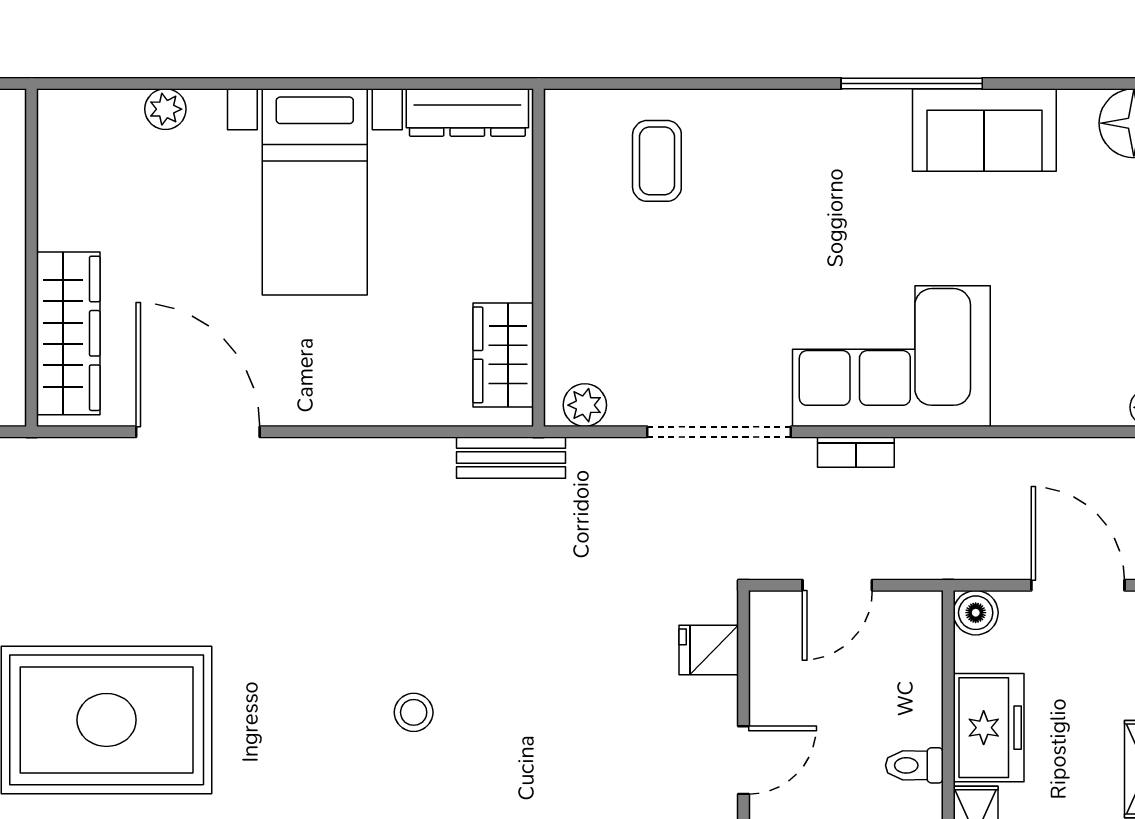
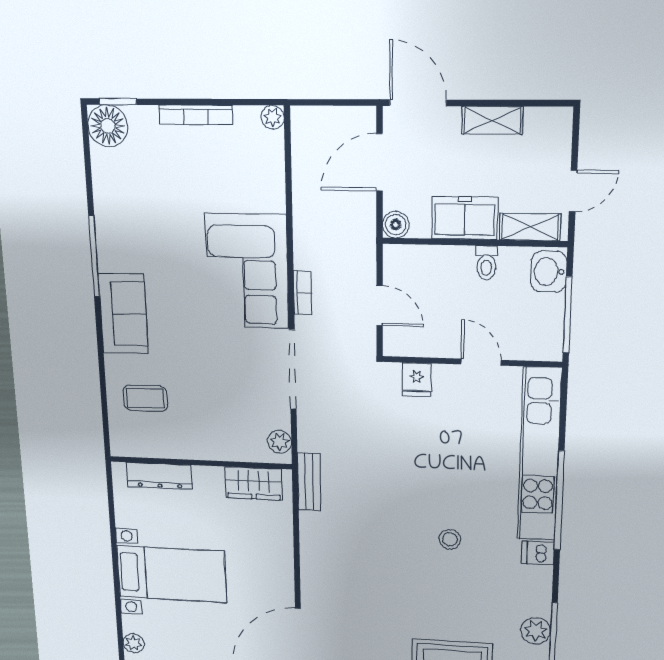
dresser: (467, 112) -> (159, 476), moved, turned 90
sofa: (984, 130) -> (123, 314), moved

